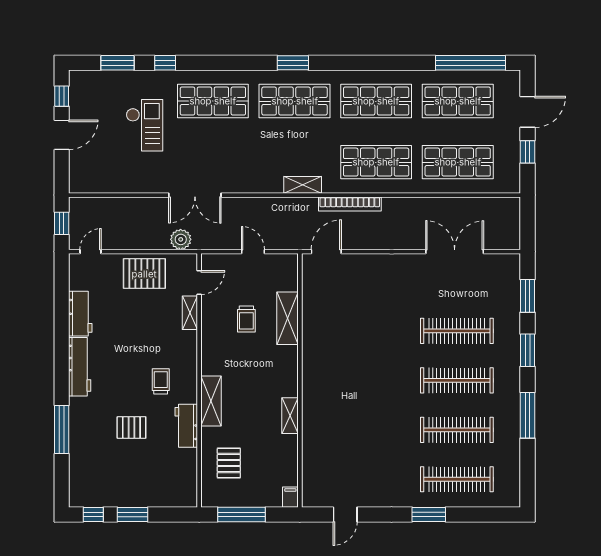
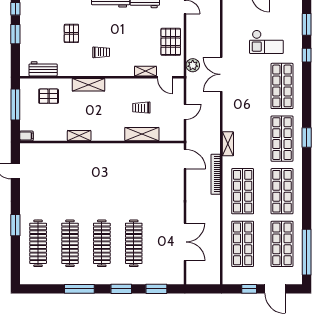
workbench: (186, 426) -> (43, 69), moved

